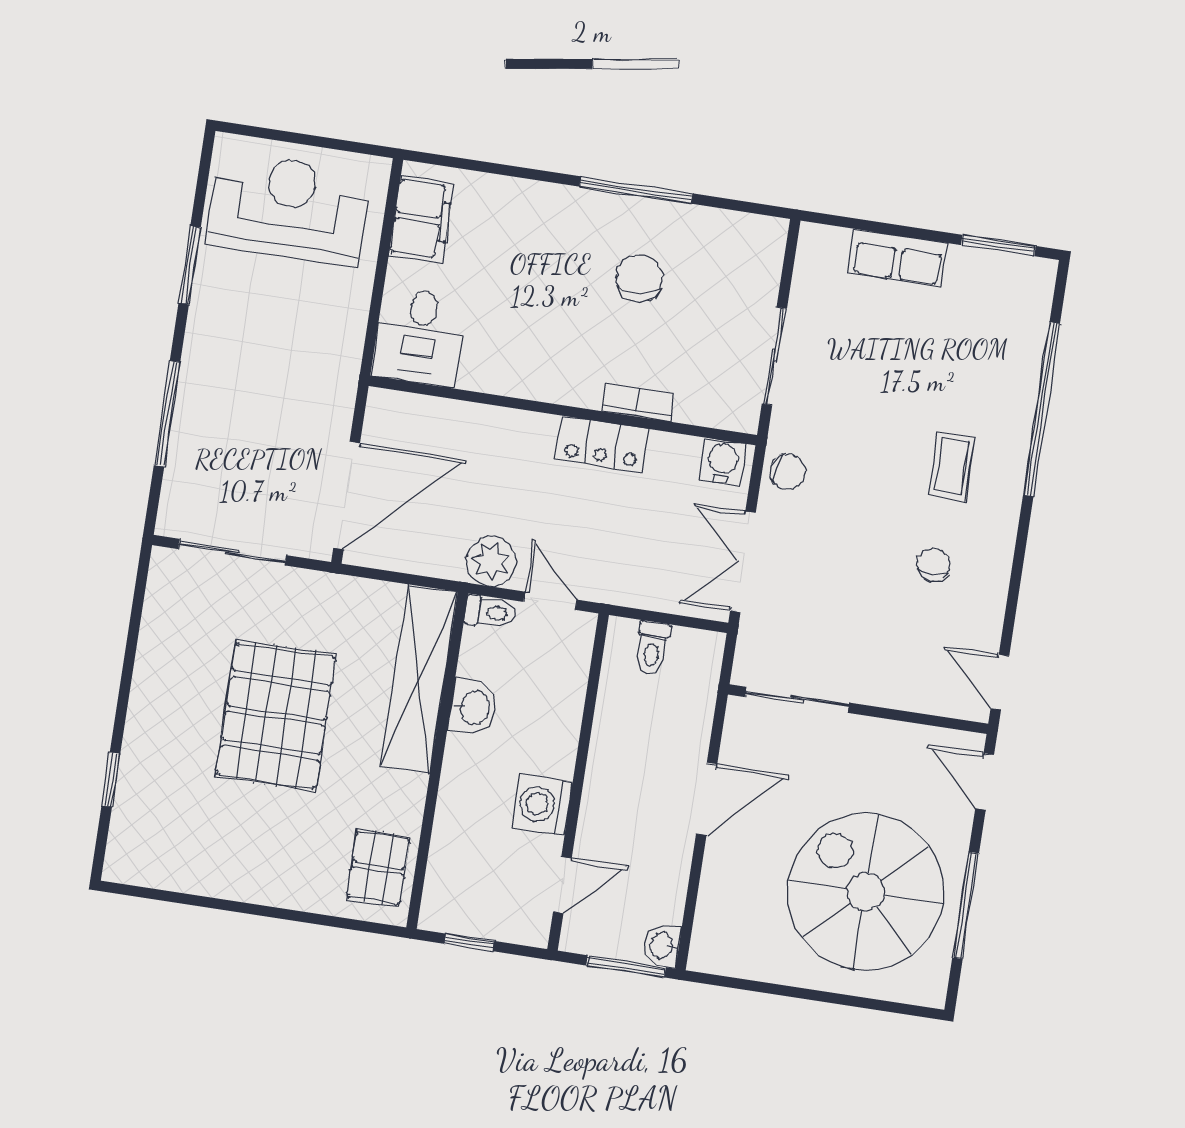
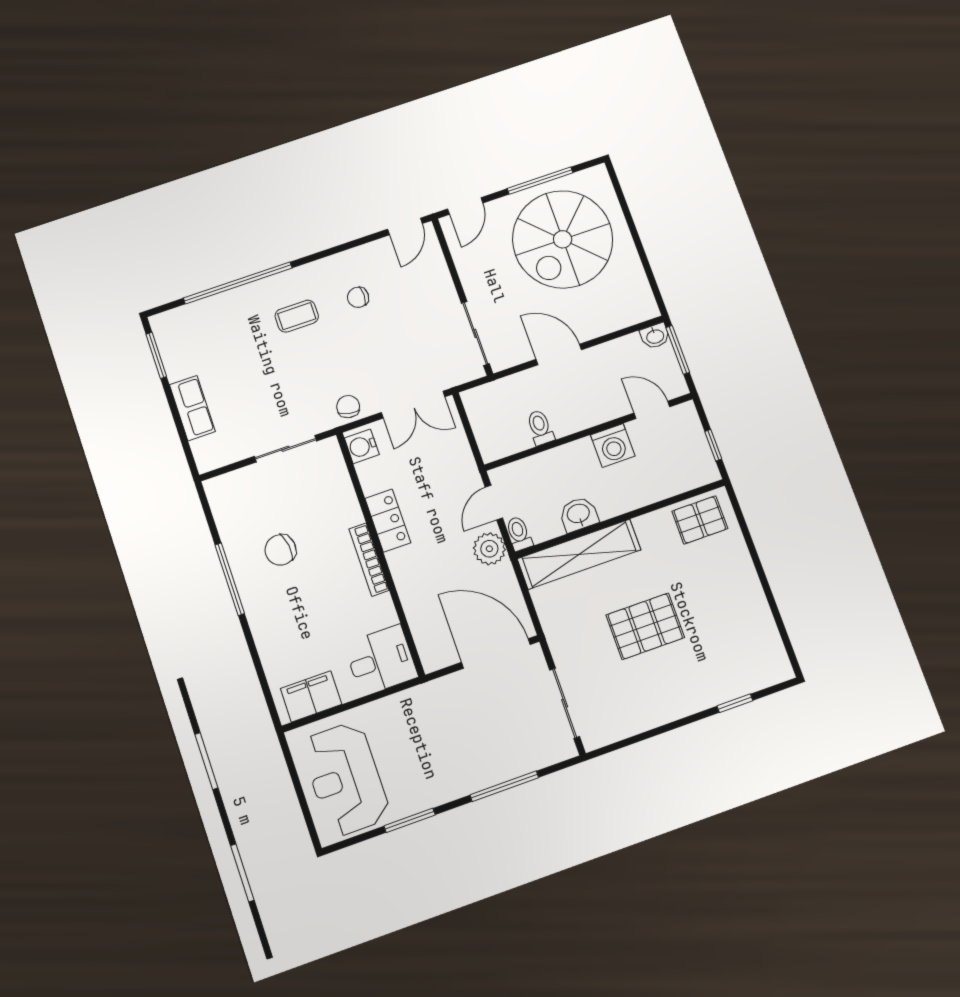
bookcase: (638, 403) -> (369, 560), moved, width x1.56
toilet: (652, 648) -> (540, 427), moved, turned -90
pallet: (276, 715) -> (645, 626), width x0.73, depth x0.71

